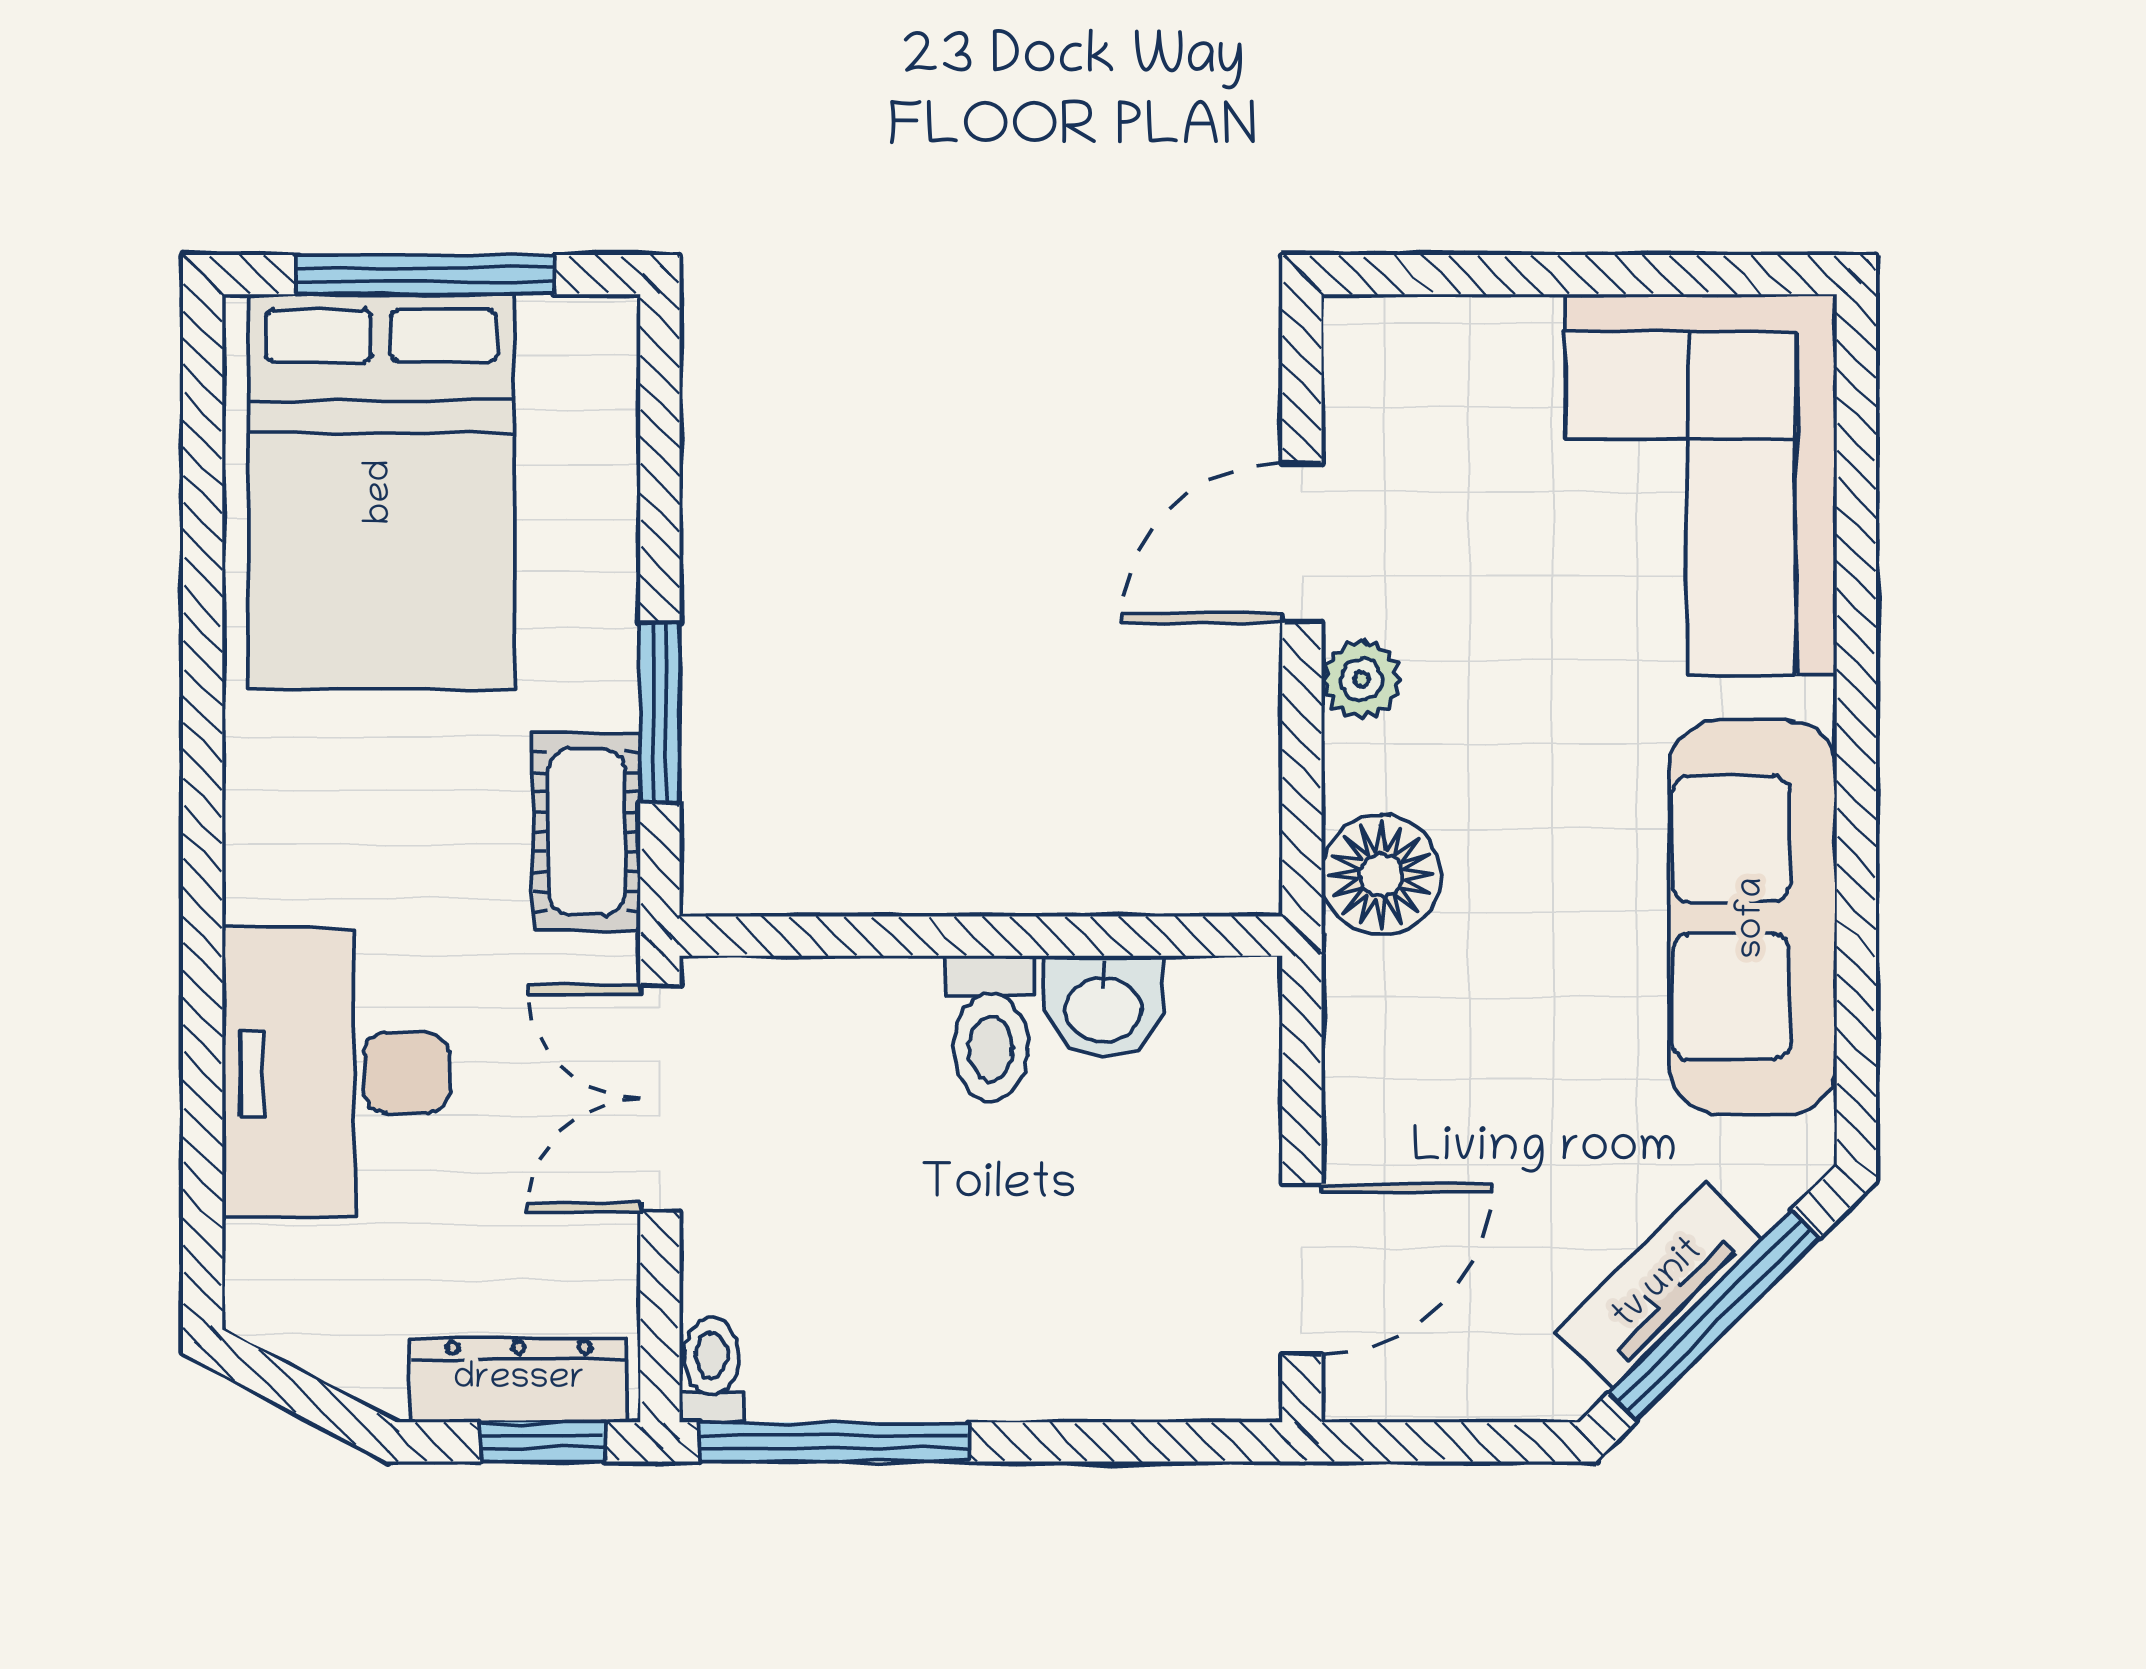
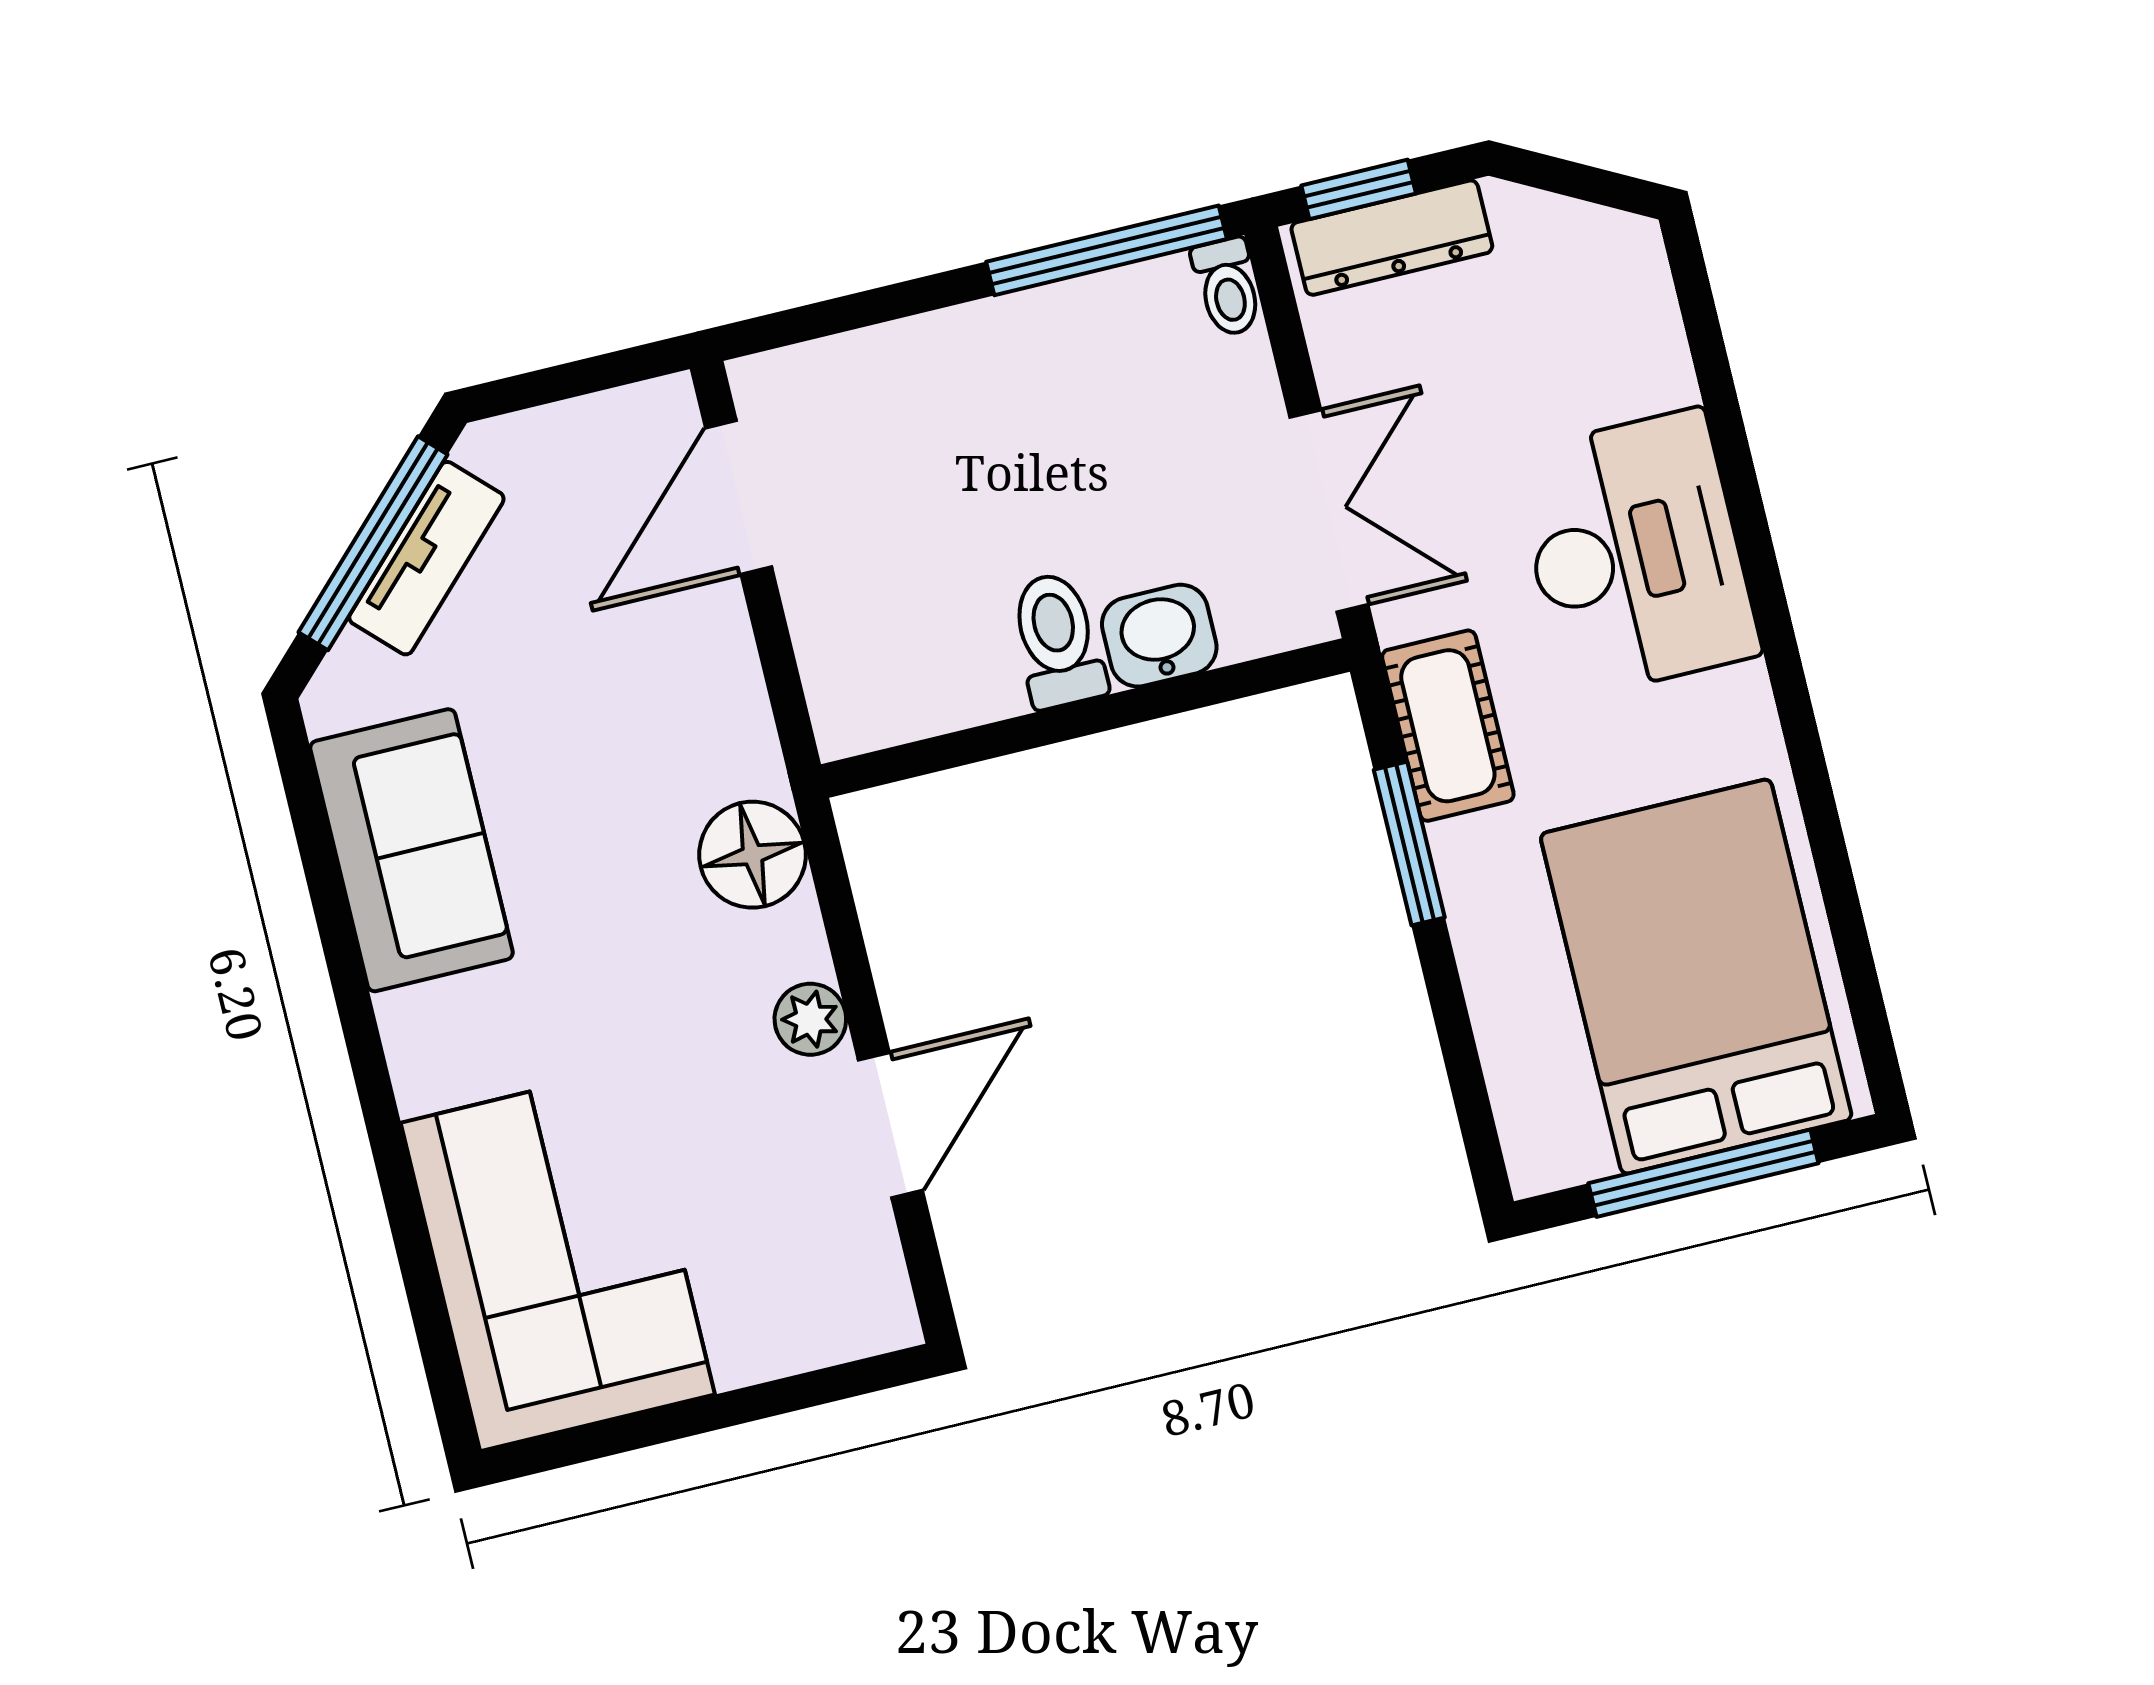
sofa: (1753, 918) -> (411, 850), width x0.73
washbasin: (1103, 1007) -> (1159, 636), moved
desk: (336, 1073) -> (1635, 554), moved

